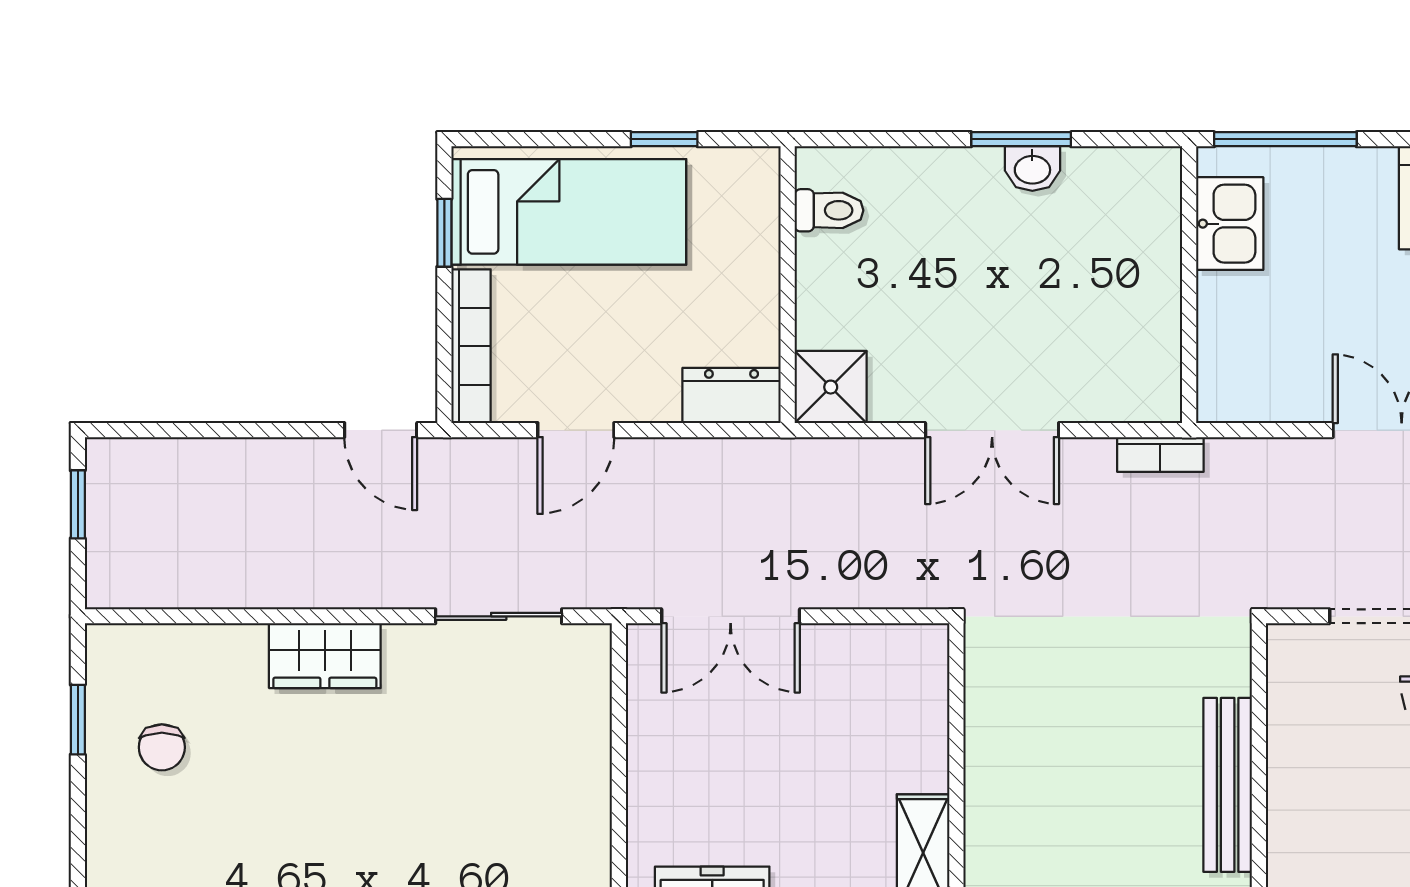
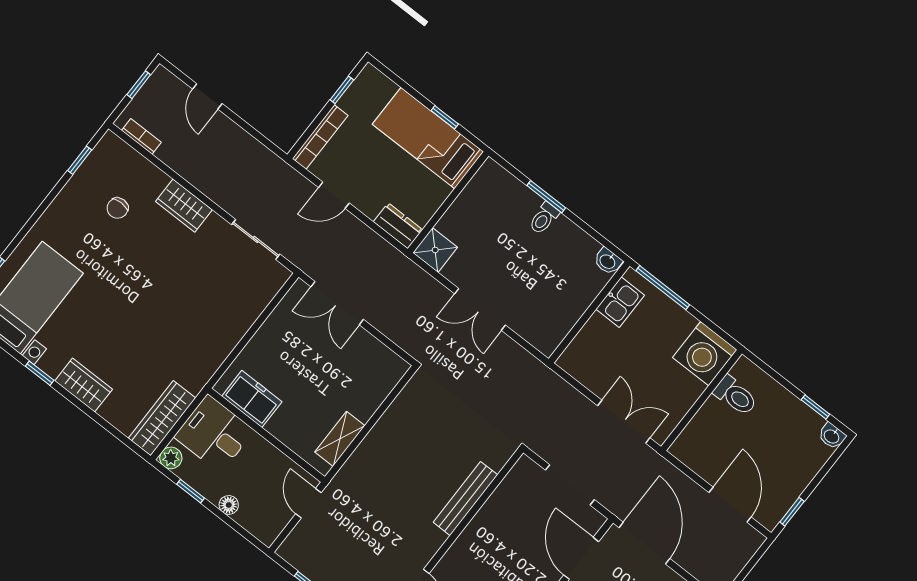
window: (1021, 139) -> (546, 197), moved
washbasin: (1032, 168) -> (608, 261), moved
toilet: (829, 210) -> (544, 218), moved, turned 90
bed: (569, 212) -> (428, 138), moved, turned 180
door: (381, 430) -> (207, 96), moved
bookcase: (1160, 454) -> (141, 136), moved, turned 180
chair: (162, 747) -> (118, 208), moved

